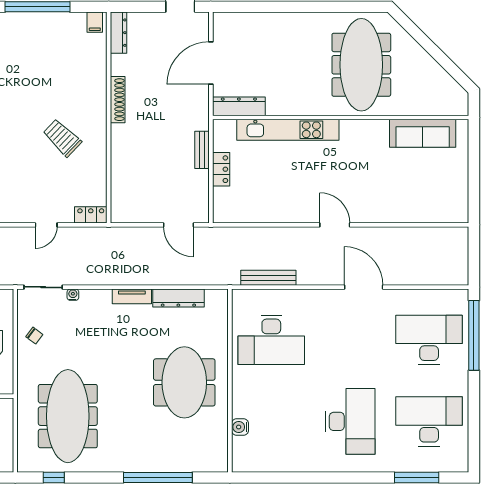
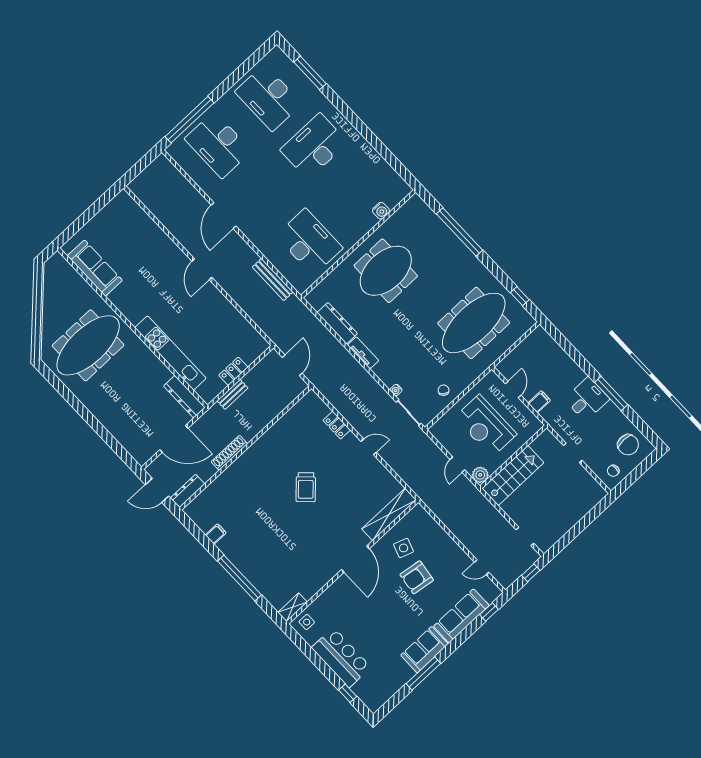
dresser: (119, 33) -> (188, 491), moved
shoe rack: (118, 100) -> (229, 453), moved
wall: (109, 118) -> (245, 448), moved

